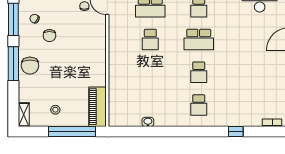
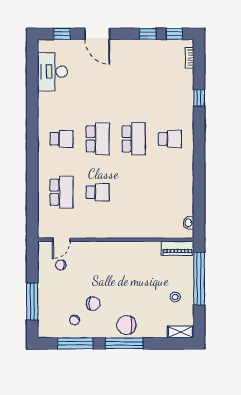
chair: (30, 66) -> (126, 325), turned 180
school desk: (199, 72) -> (134, 139), width x1.85
piano: (97, 107) -> (178, 248), width x0.73, depth x0.75
washbasin: (148, 122) -> (189, 223), moved

